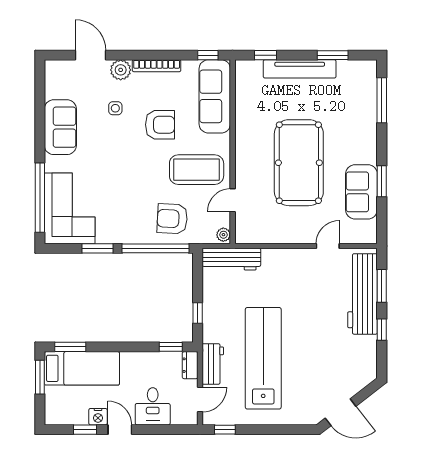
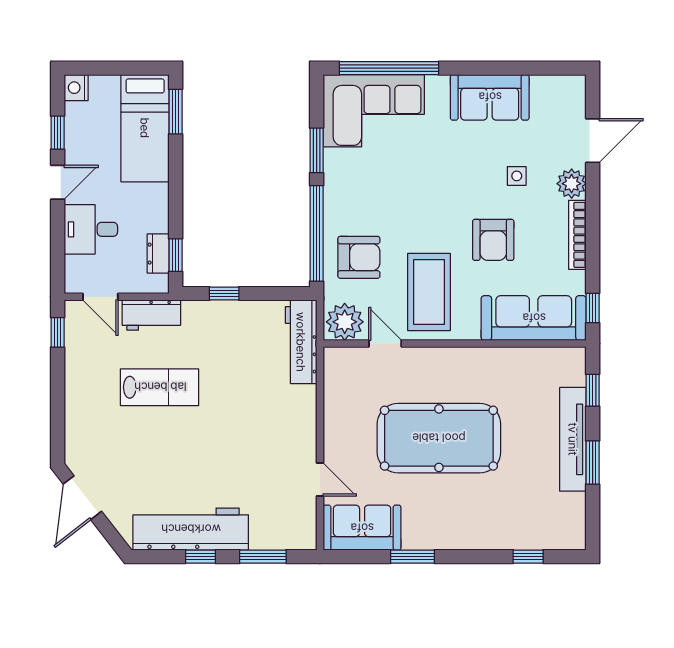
window: (333, 55) -> (593, 462), moved
window: (382, 100) -> (528, 557), width x0.46
sofa: (361, 192) -> (362, 528), moved
armchair: (172, 219) -> (359, 257), turned 87
plant: (223, 235) -> (345, 322), width x1.88, depth x1.88
workbench: (363, 294) -> (191, 529), moved
lab bench: (263, 358) -> (160, 387), width x0.54, depth x0.72
dresser: (190, 365) -> (158, 254), moved, turned -90
window: (40, 377) -> (132, 68), removed
nightstand: (98, 417) -> (76, 88), moved

